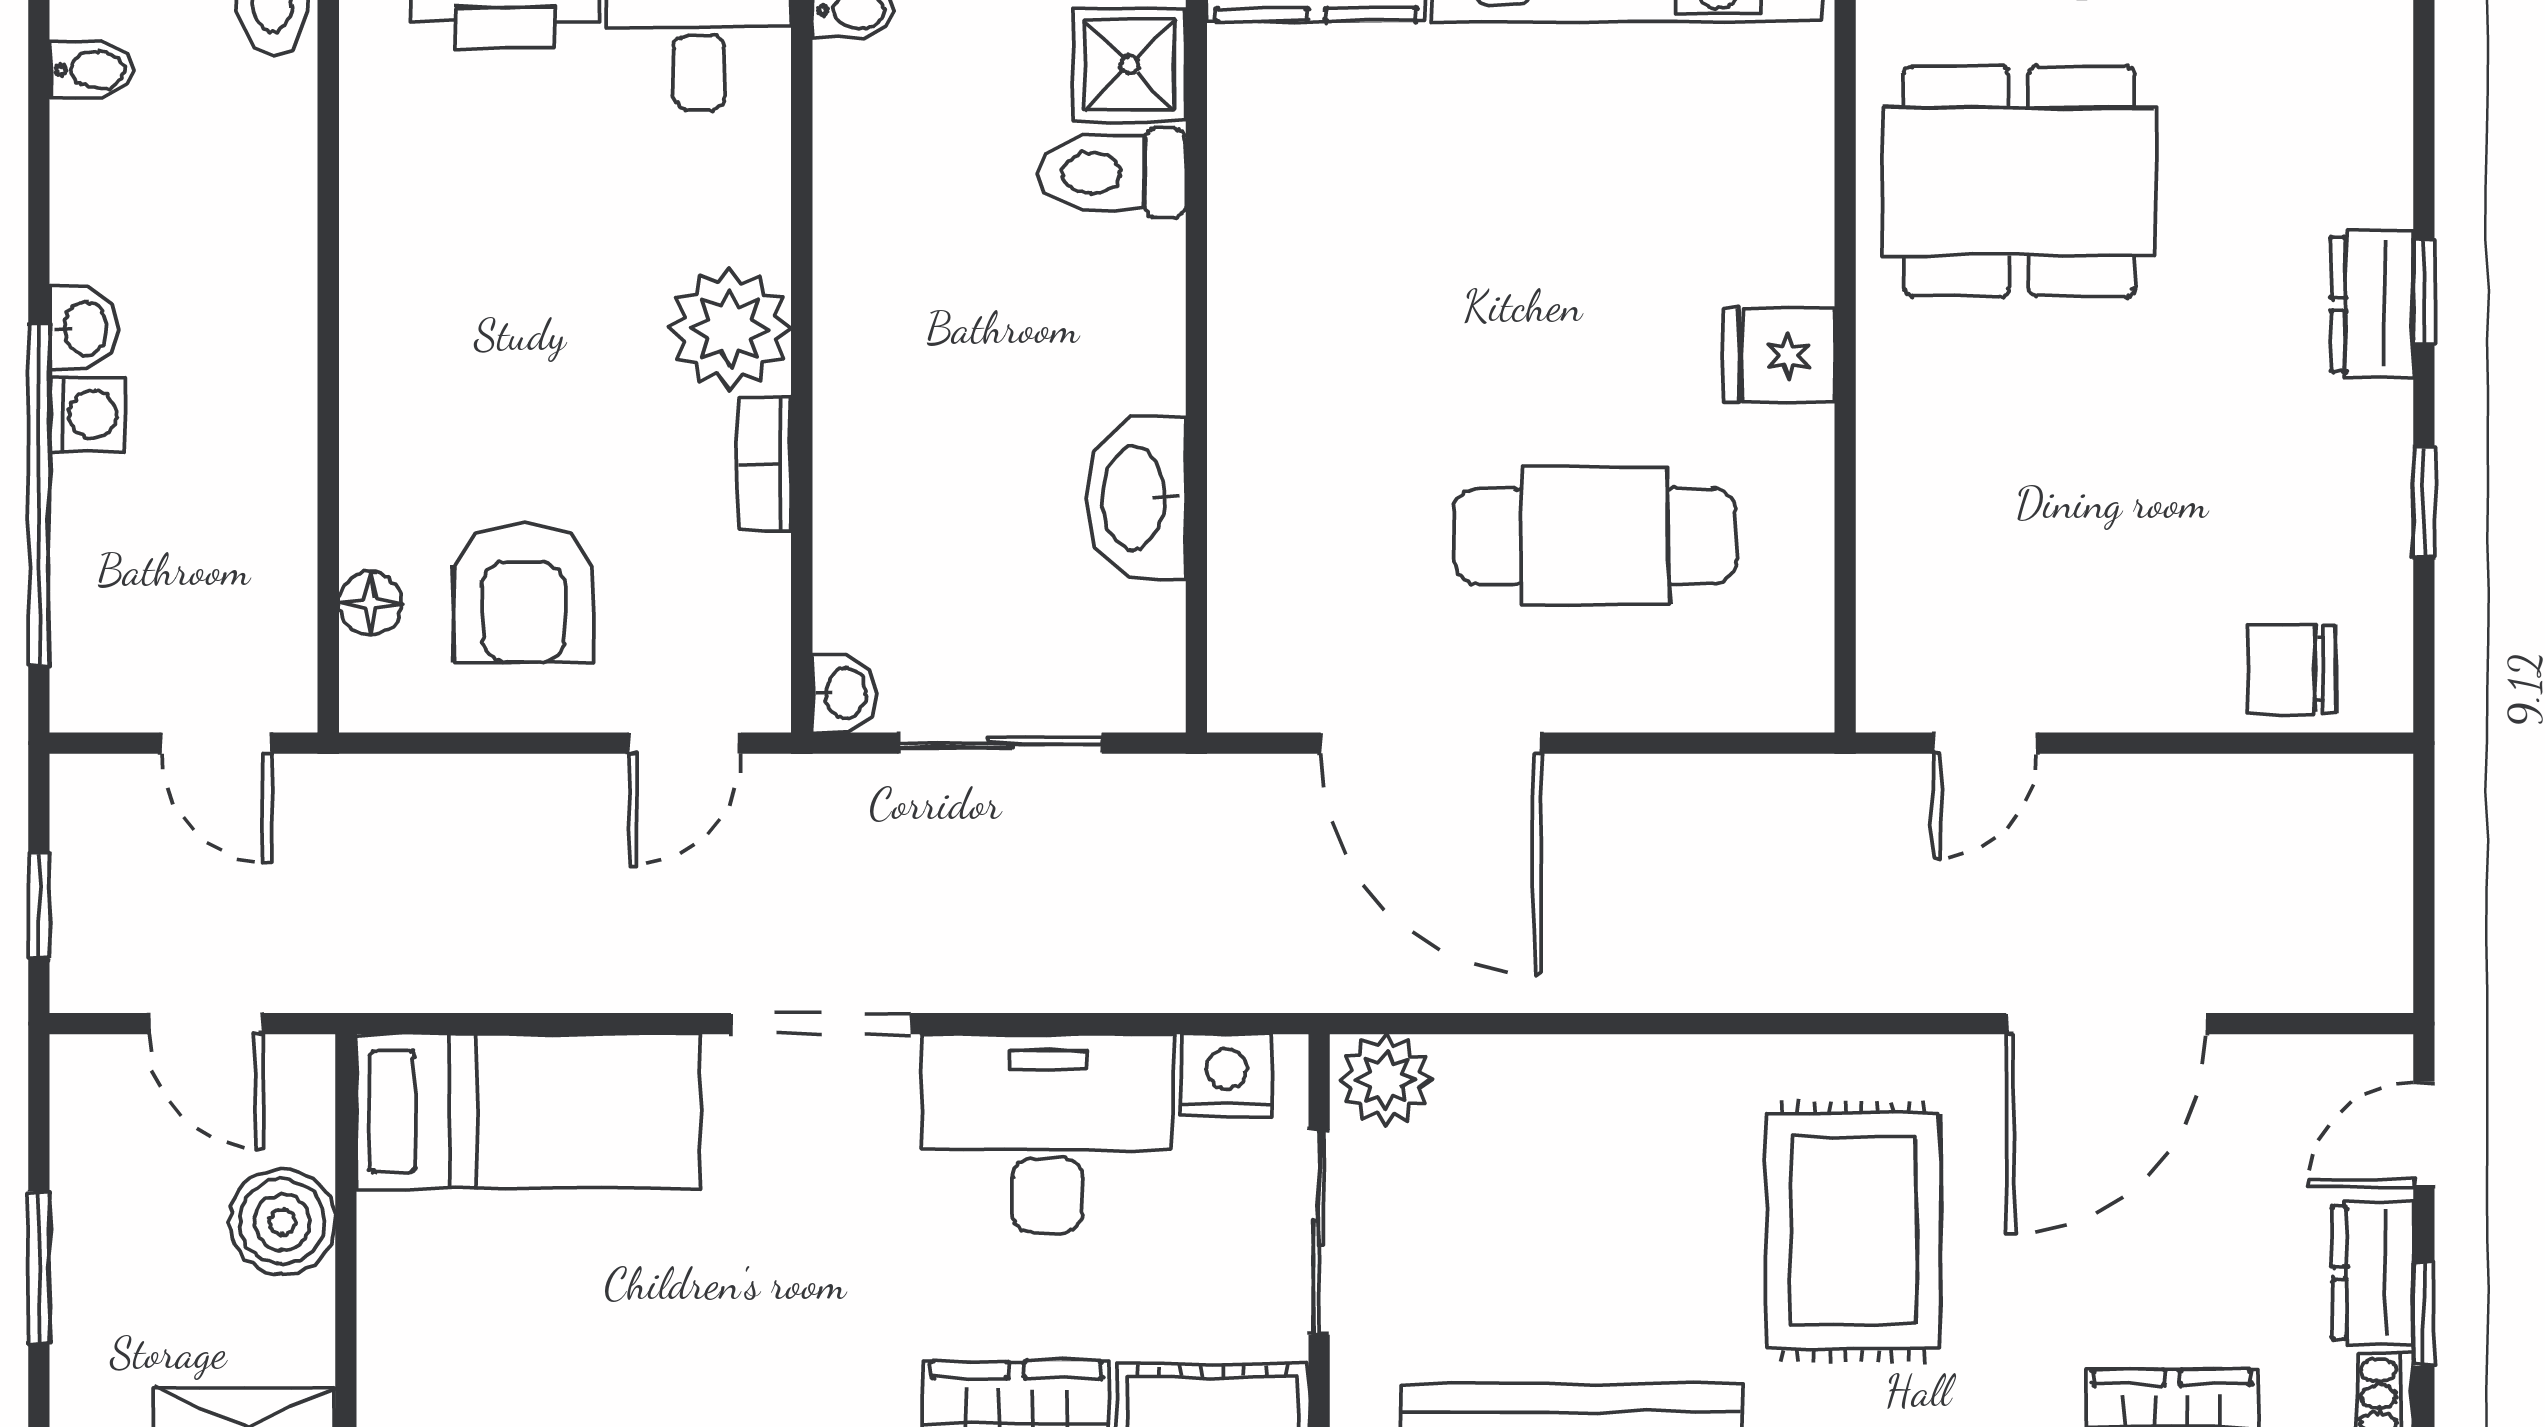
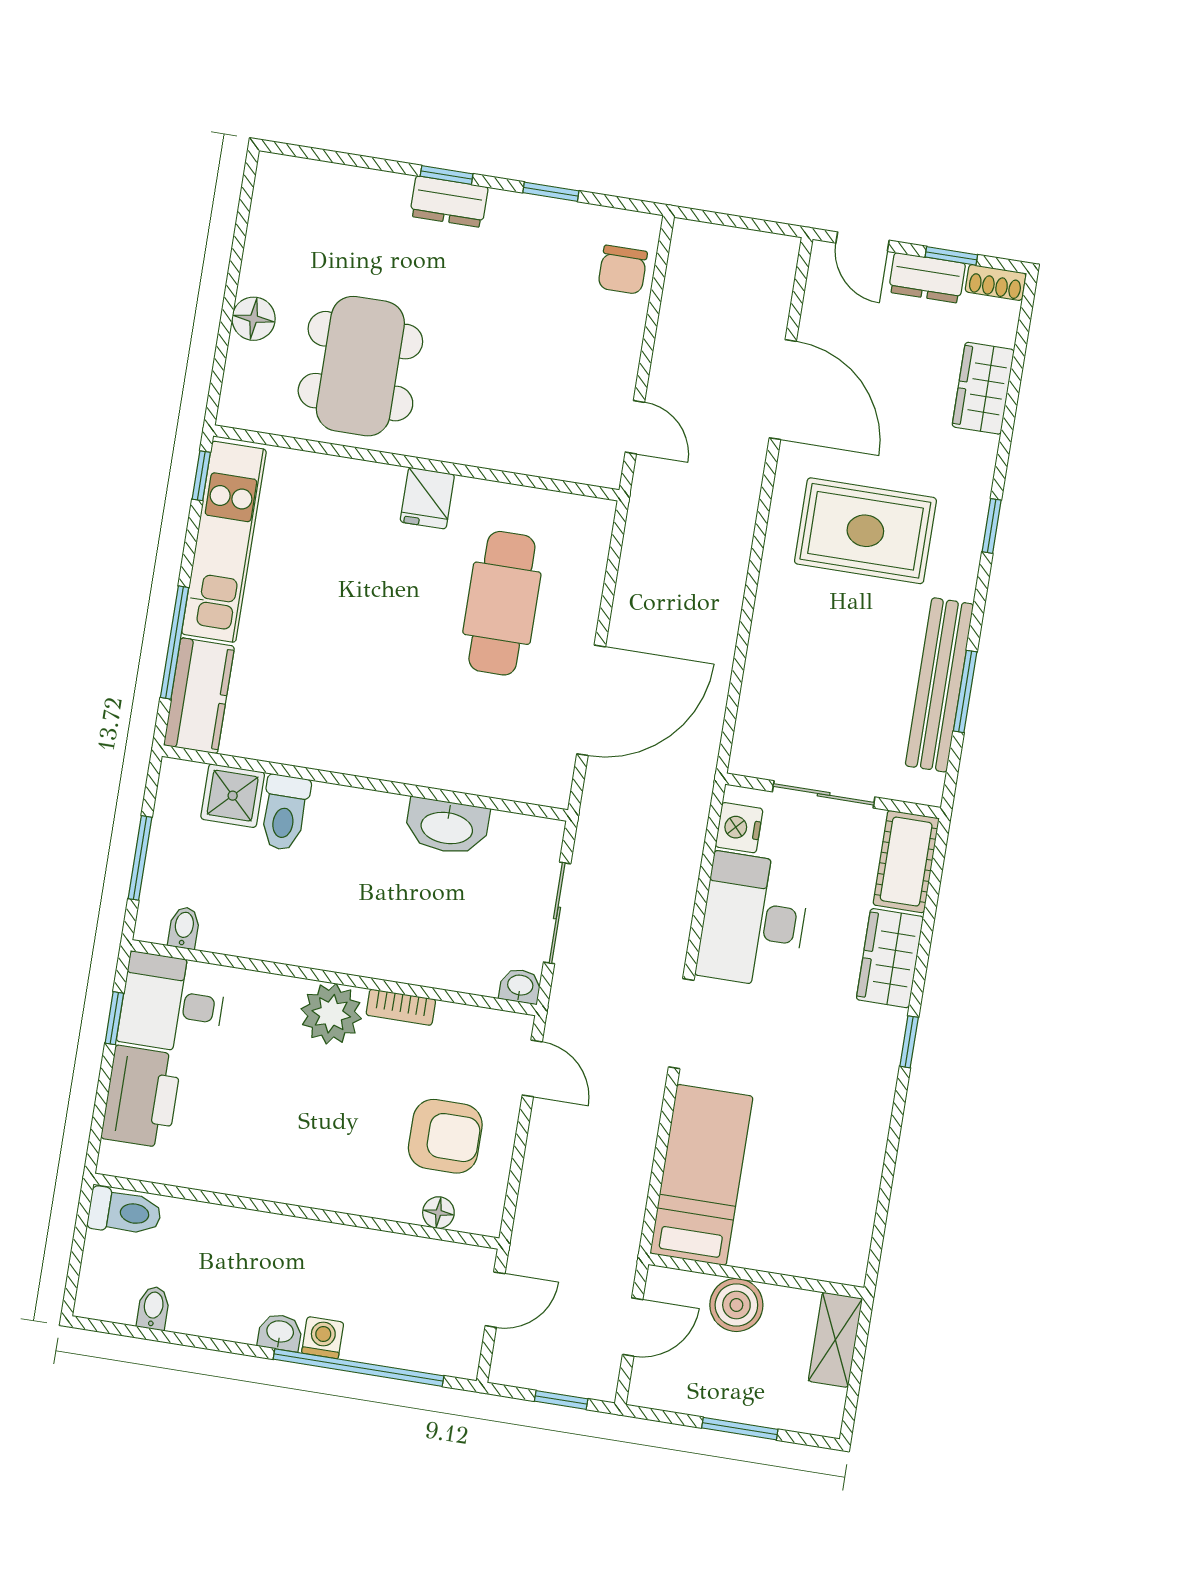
plant: (1386, 1080) -> (754, 749), removed

